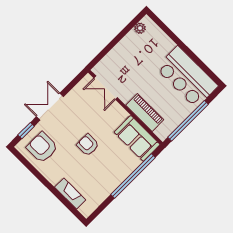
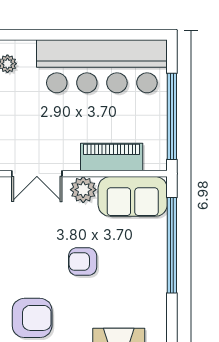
bar counter: (187, 77) -> (102, 66), width x1.36
plant: (119, 114) -> (83, 190), added
armchair: (42, 147) -> (32, 318), turned 180

